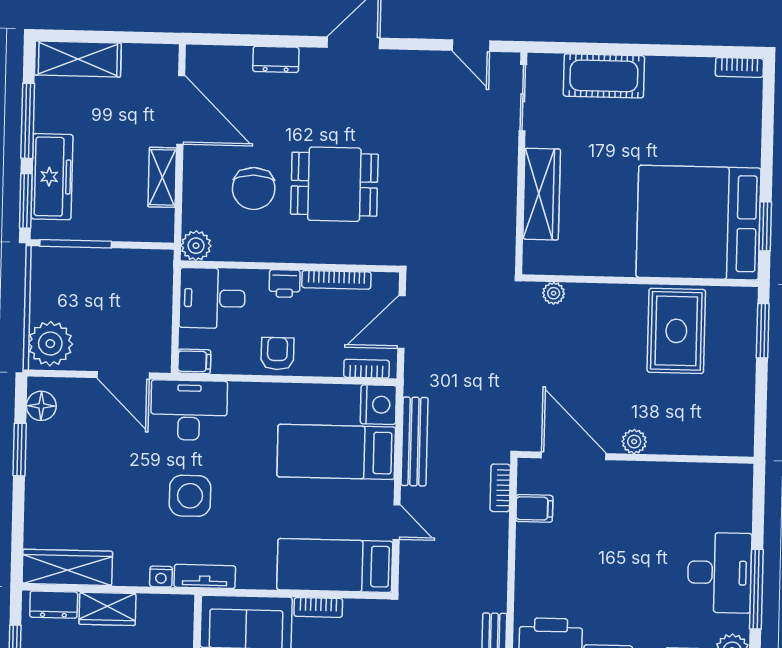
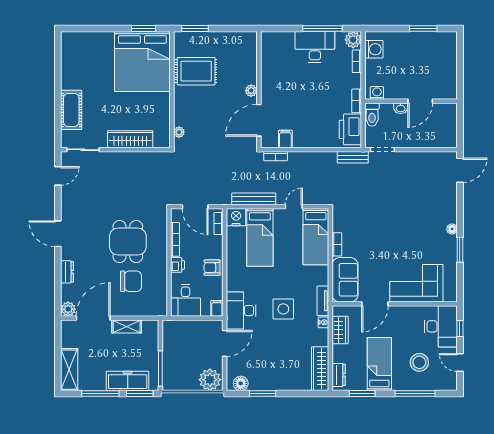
bookcase: (739, 67) -> (65, 43), removed
plant: (196, 246) -> (68, 309), moved
wardrobe: (107, 609) -> (340, 330), moved

